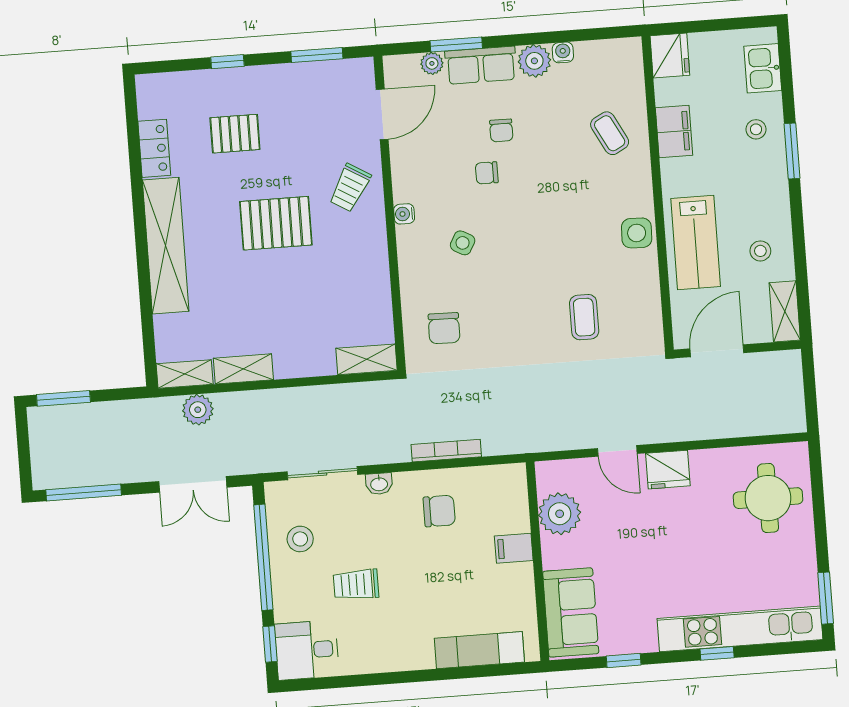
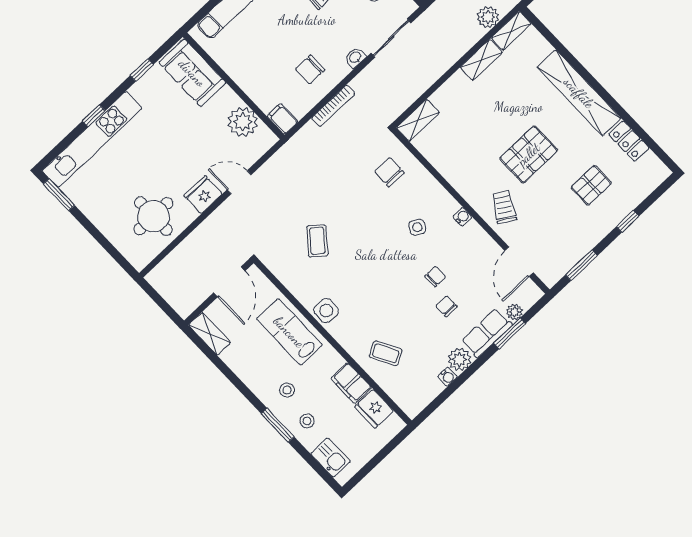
fridge: (670, 56) -> (374, 409), moved
stool: (760, 251) -> (287, 390), moved
coffee table: (584, 317) -> (317, 241), turned 40
round table: (768, 498) -> (153, 216), moved
filing cabinet: (514, 548) -> (283, 119), moved, turned -90

